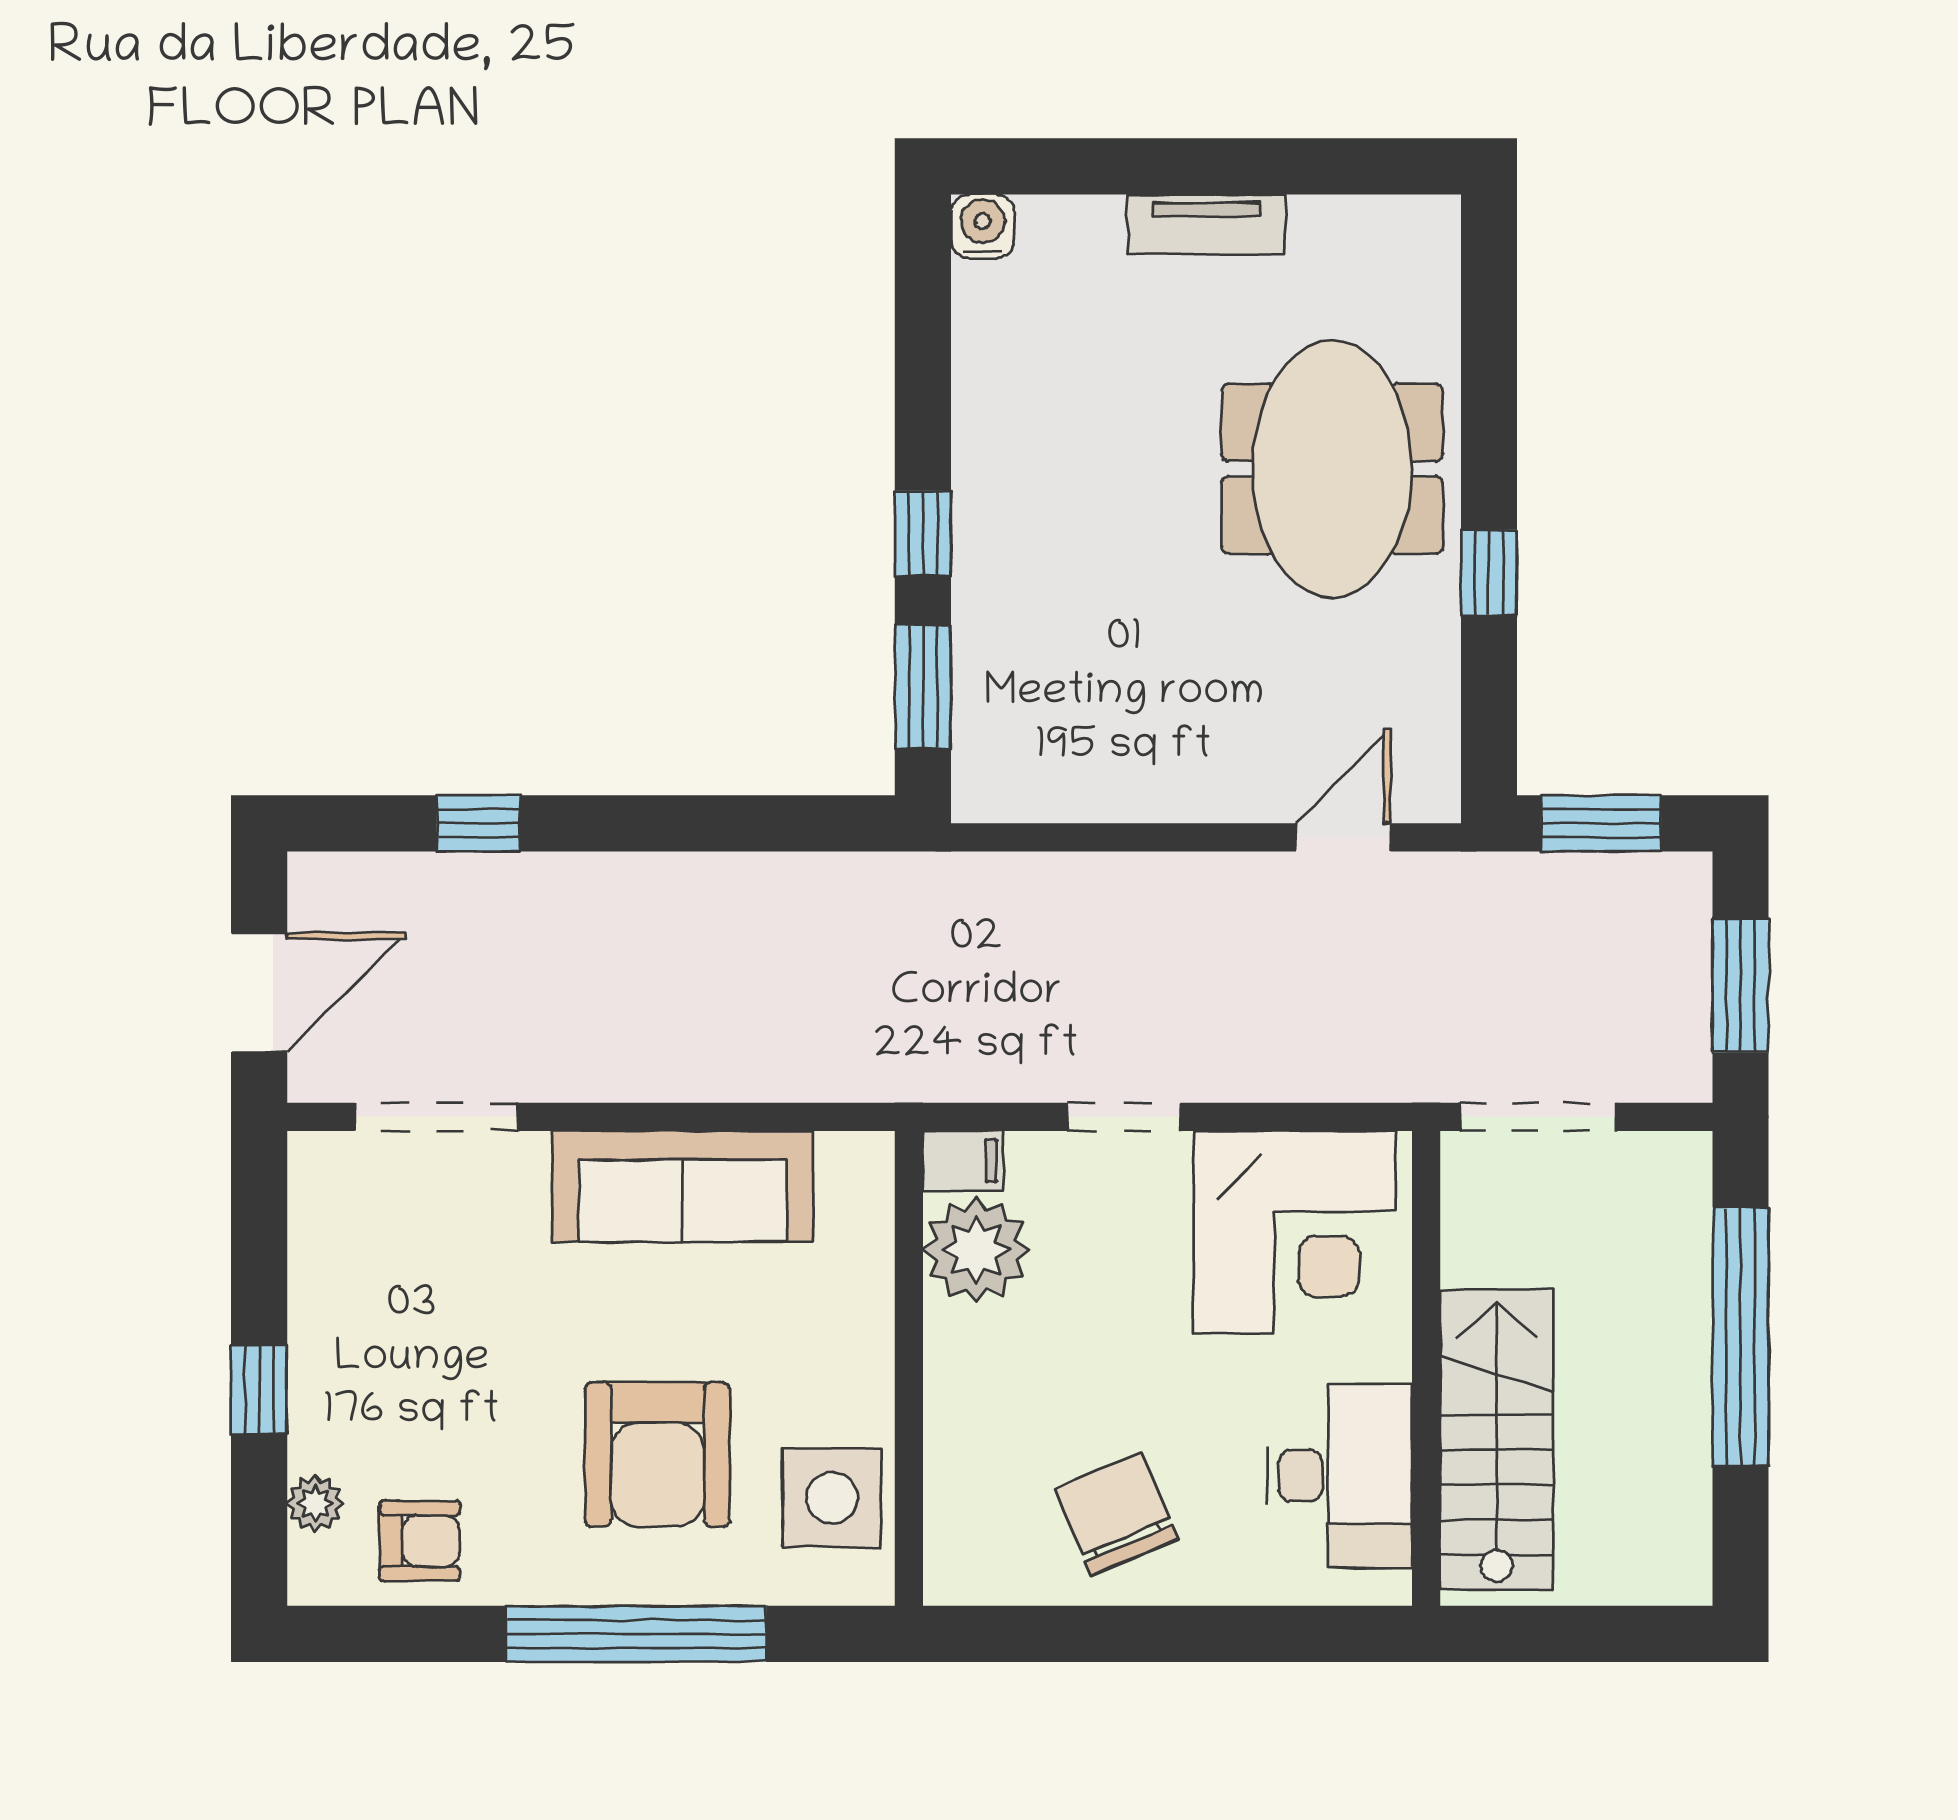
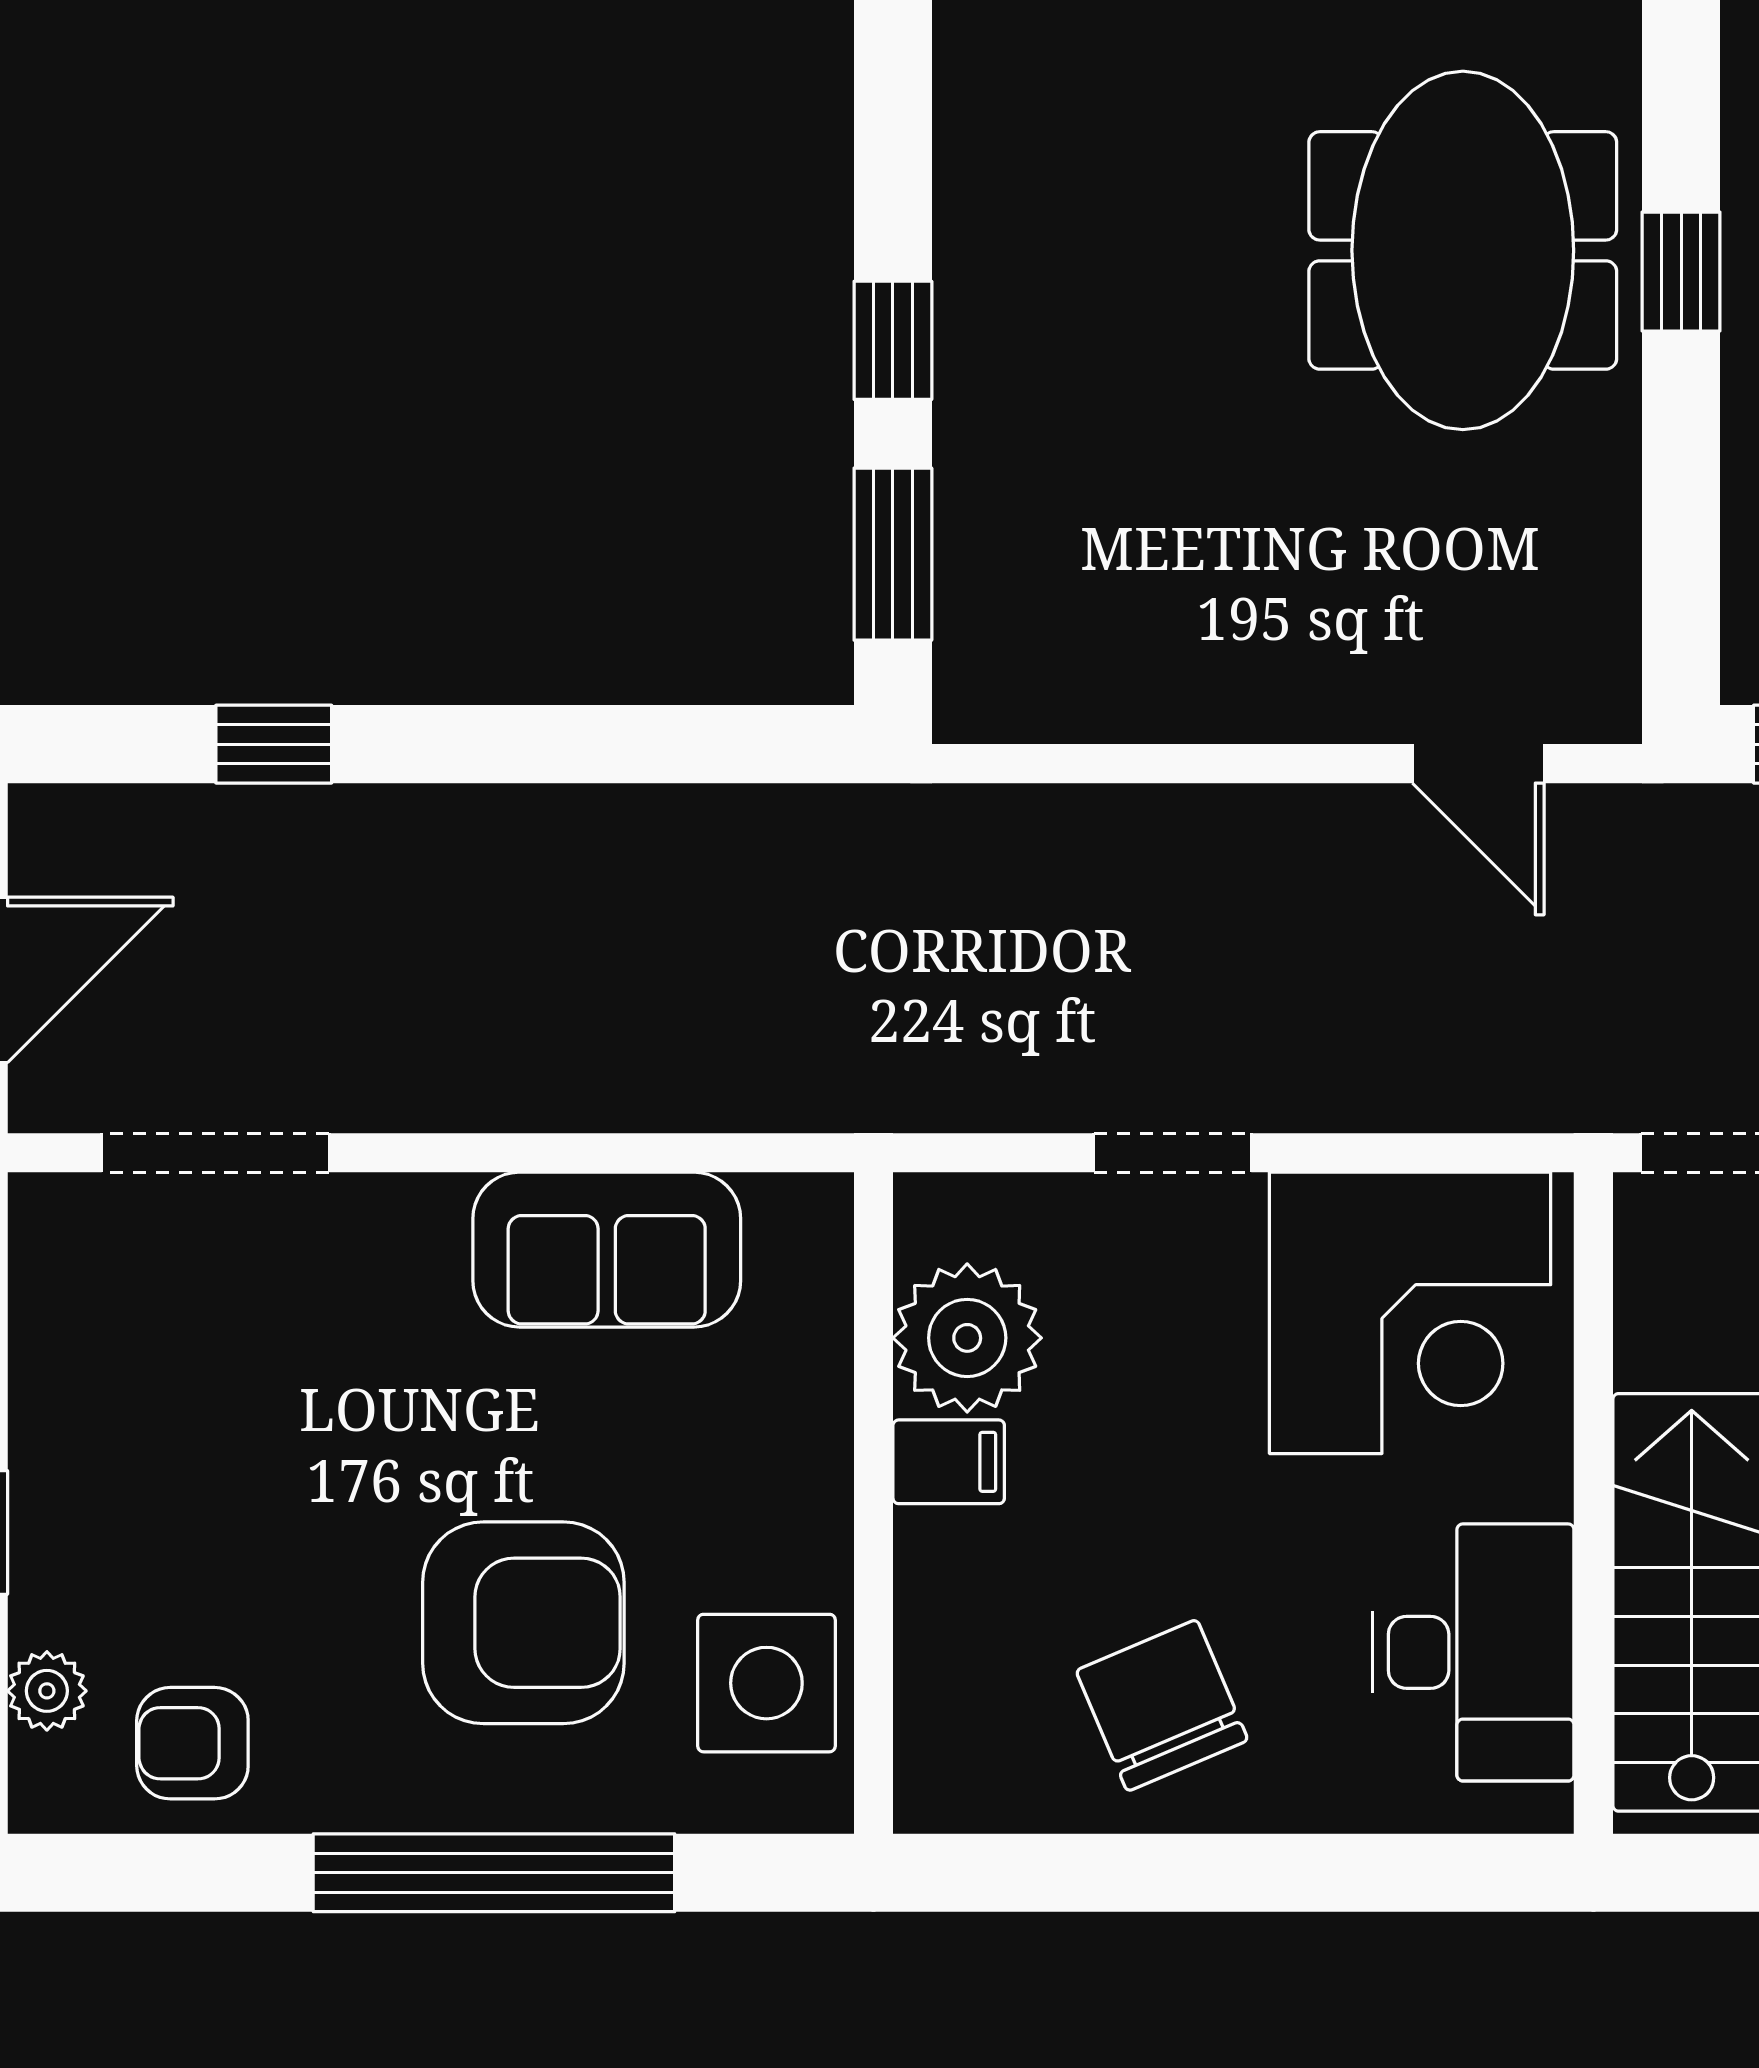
window: (1489, 573) -> (1681, 272), moved
door: (1343, 837) -> (1478, 764), swing flipped
filing cabinet: (963, 1161) -> (949, 1462), moved
sofa: (683, 1186) -> (607, 1250), width x0.73
armchair: (658, 1454) -> (523, 1623), turned -90
armchair: (420, 1541) -> (192, 1743), turned 180

